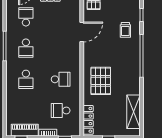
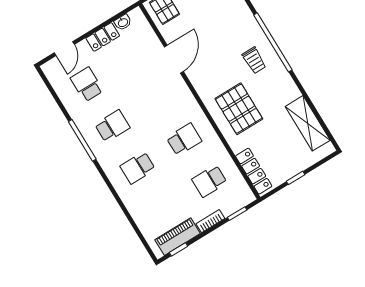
trolley: (125, 30) -> (254, 60), moved
school desk: (26, 48) -> (112, 126), turned -90
school desk: (26, 79) -> (138, 168), turned 90

